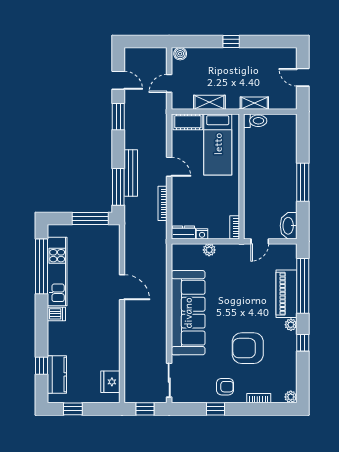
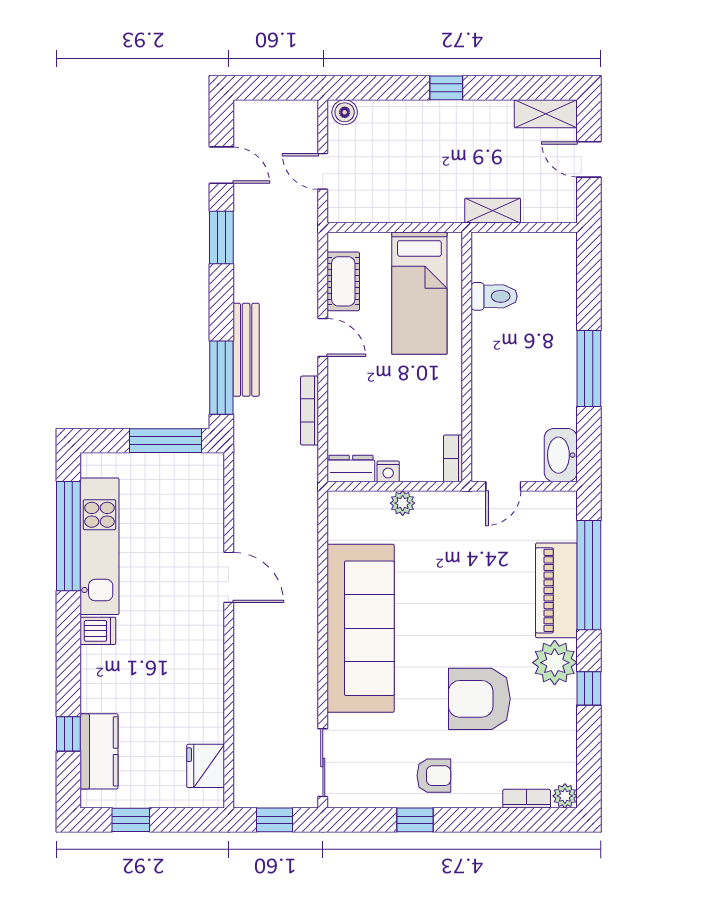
door: (169, 83) -> (323, 171), hinge flipped
shelving: (209, 102) -> (546, 114), moved
toilet: (255, 121) -> (494, 296), moved
cot: (188, 122) -> (343, 281), moved, turned 90
plant: (291, 325) -> (555, 663), width x1.87, depth x1.87
bookcase: (259, 398) -> (527, 799), moved

